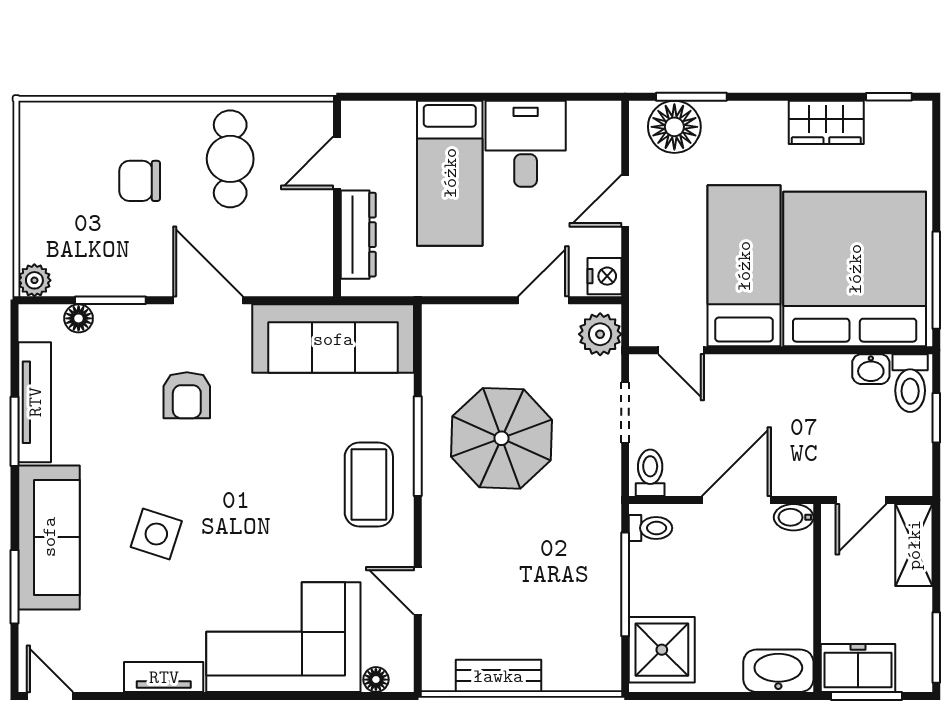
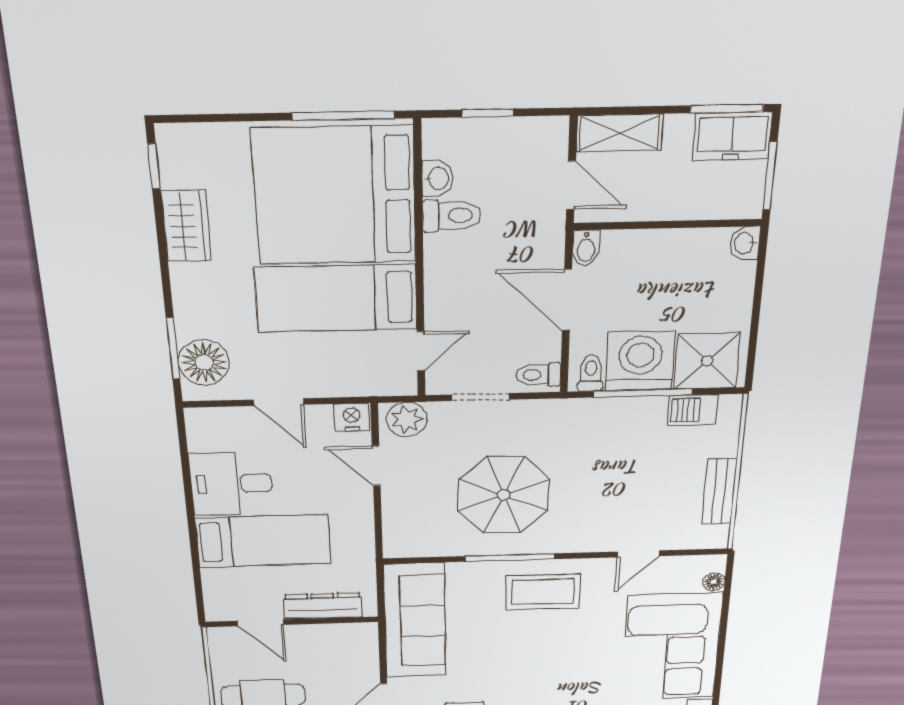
toilet: (910, 383) -> (452, 216), moved
washing machine: (664, 579) -> (640, 361), added
barbecue: (603, 639) -> (693, 410), added
freezer: (858, 668) -> (732, 136), moved, turned -90
washbasin: (778, 671) -> (745, 243), width x0.52, depth x0.69

